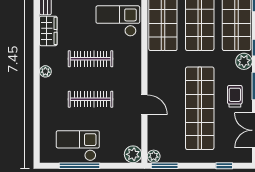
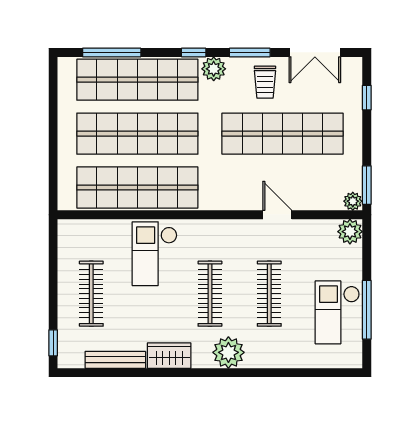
plant: (45, 71) -> (228, 352), width x1.88, depth x1.88
trolley: (235, 96) -> (265, 82), turned -90
door: (144, 105) -> (277, 215), hinge flipped

